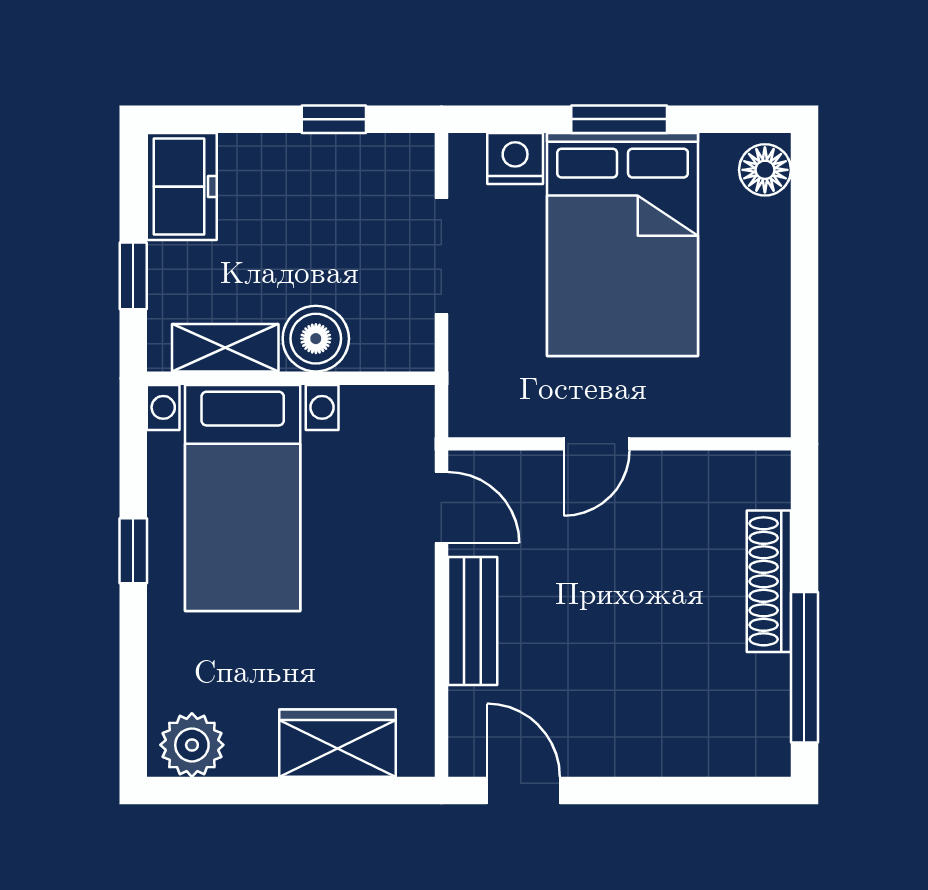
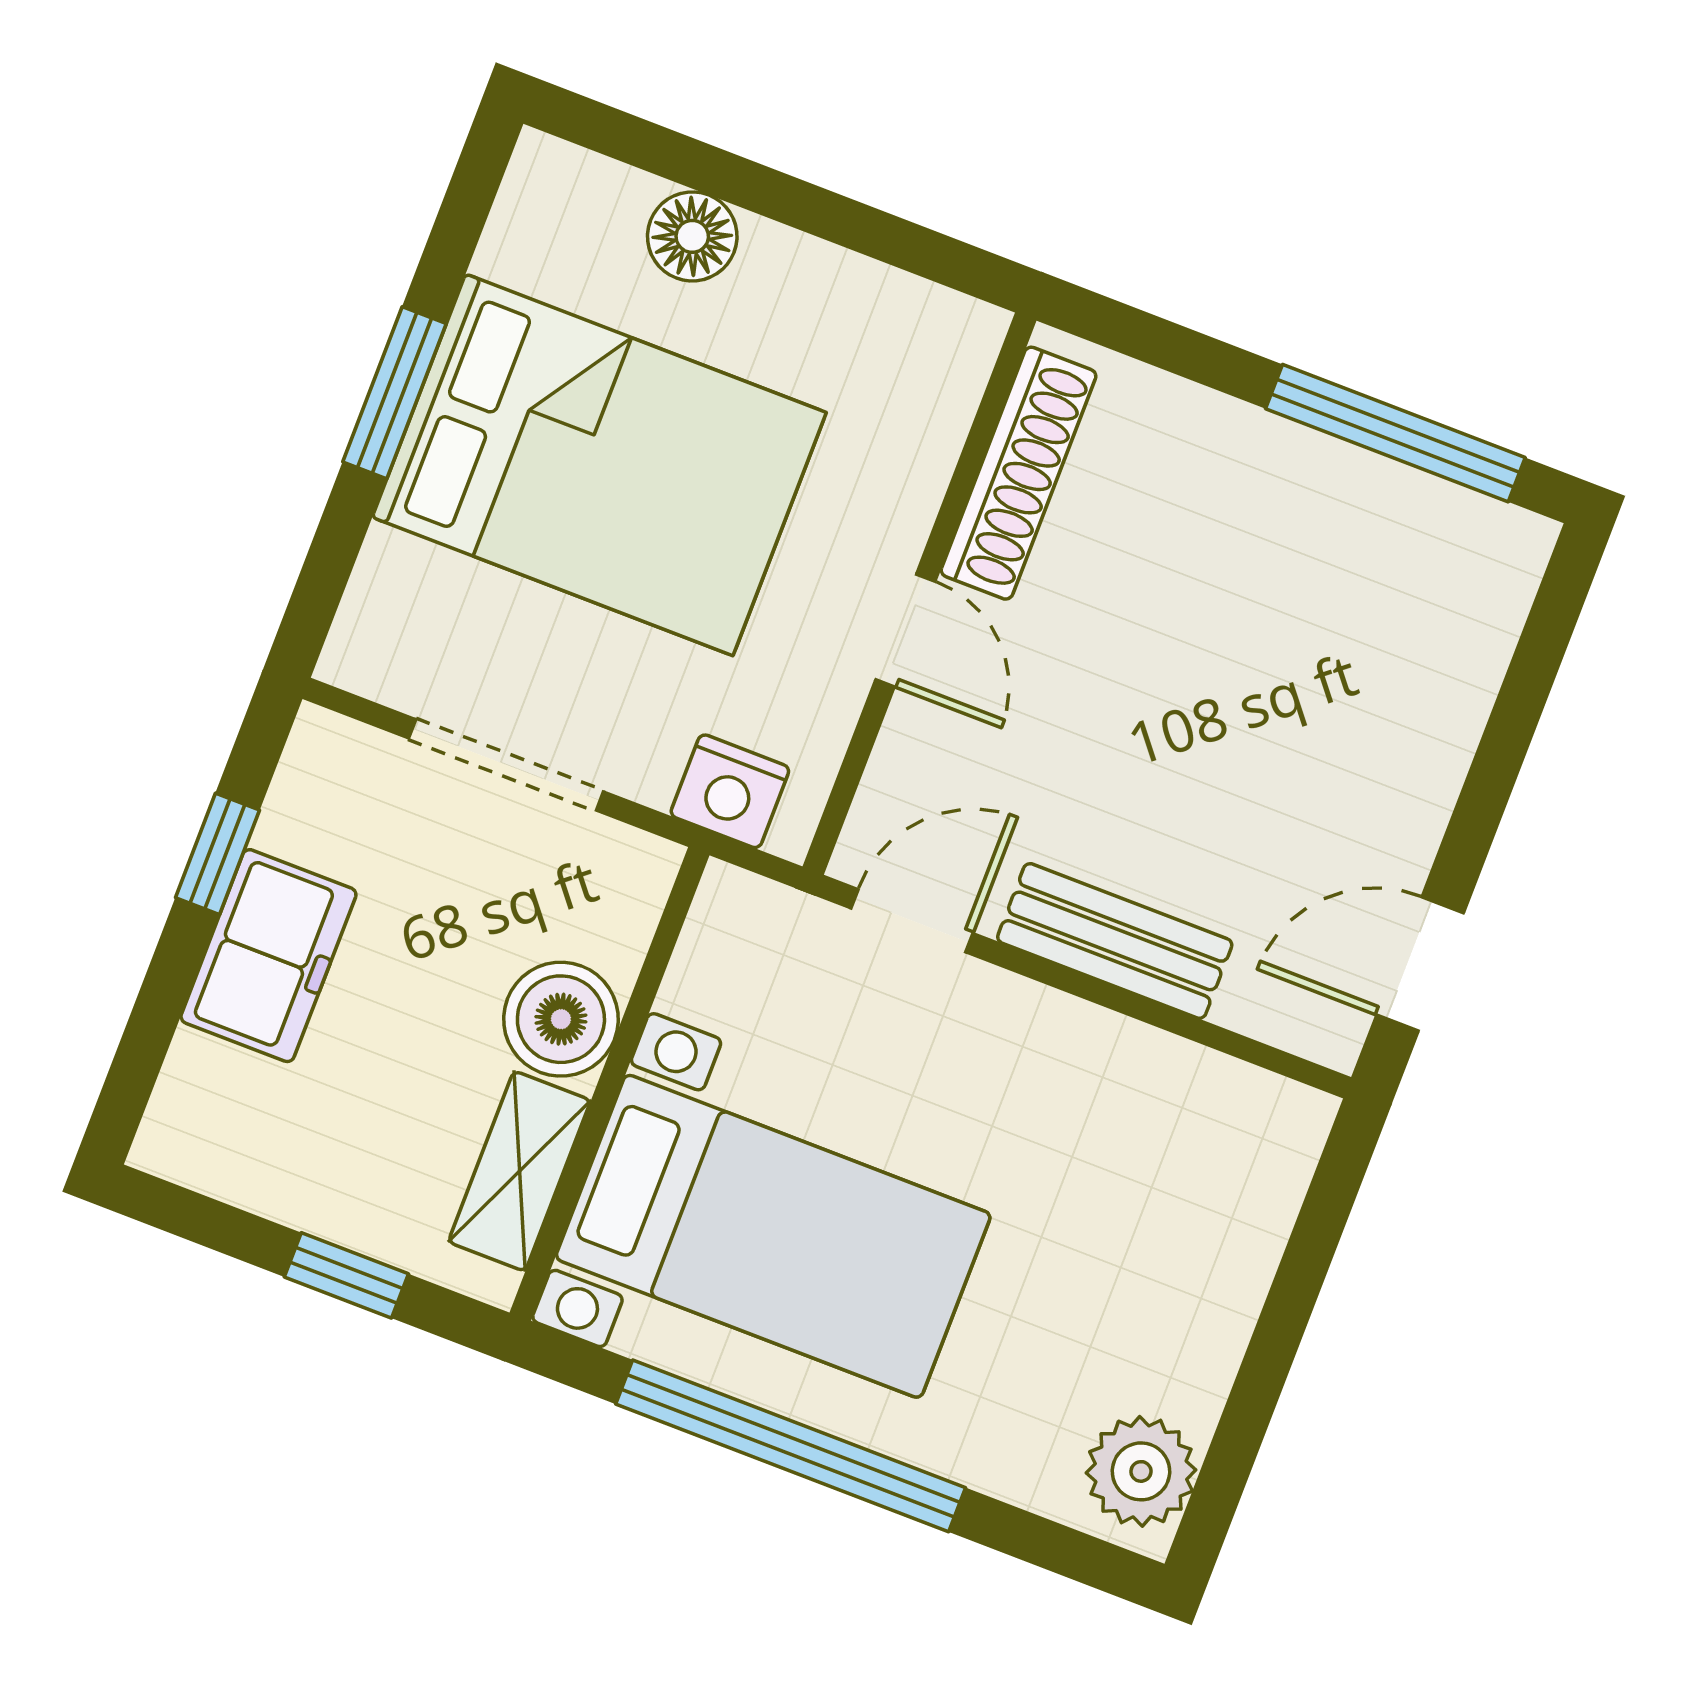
nightstand: (515, 158) -> (730, 791), moved, turned -90
floor lamp: (765, 170) -> (692, 236), moved
freezer: (182, 187) -> (268, 956), moved, turned 90
window: (133, 551) -> (791, 1446), width x3.17
shoe rack: (769, 581) -> (1019, 473), moved, turned -90
wardrobe: (338, 743) -> (1228, 1235), removed

